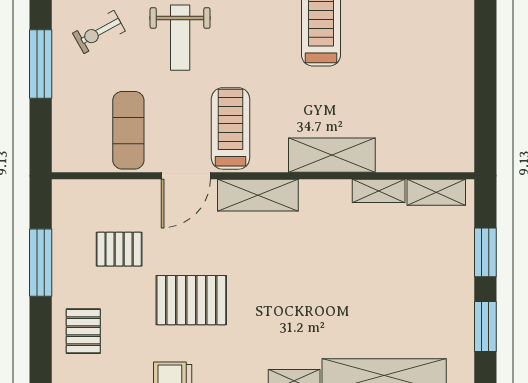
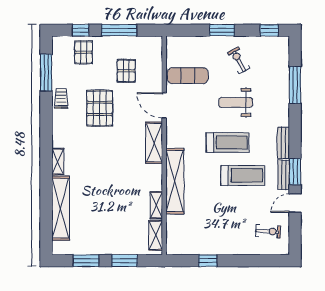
window: (41, 64) -> (222, 30), width x0.69
window: (485, 91) -> (208, 261), added
treadmill: (230, 128) -> (228, 142), moved
shelving: (332, 155) -> (175, 181), width x1.47
pallet: (83, 331) -> (84, 52), turned 90
window: (41, 337) -> (81, 30), added

